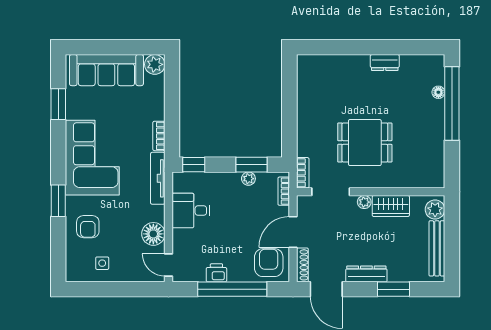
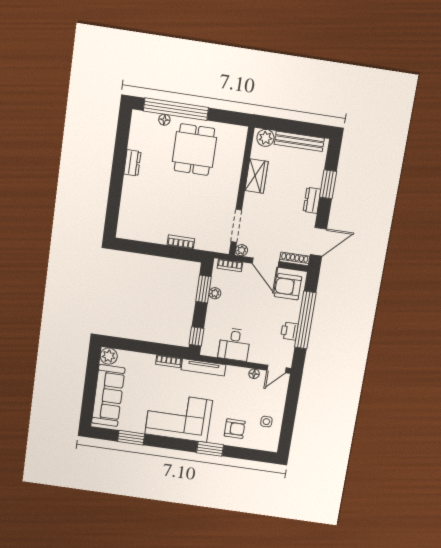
dining table: (365, 143) -> (194, 150), moved
bookcase: (303, 173) -> (181, 242), moved
plant: (364, 202) -> (242, 250), moved
floor lamp: (153, 234) -> (254, 374), width x0.53, depth x0.53
dresser: (366, 274) -> (312, 200), width x0.70

